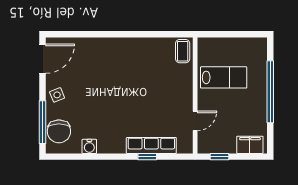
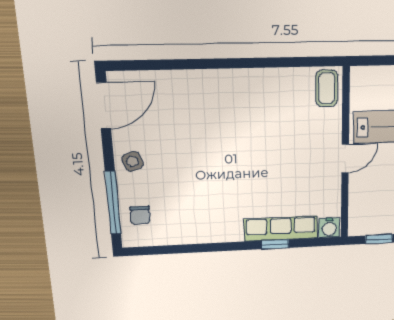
door: (195, 121) -> (345, 159), moved
chair: (59, 131) -> (140, 215), width x0.54, depth x0.54
water cooler: (89, 146) -> (329, 228), moved

